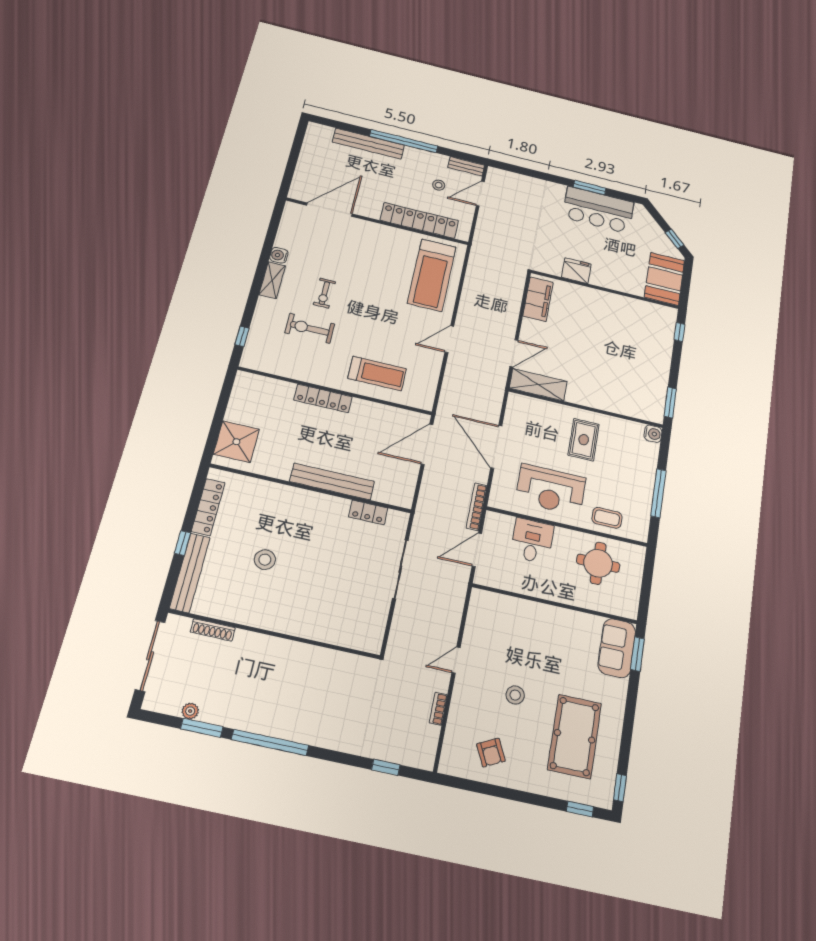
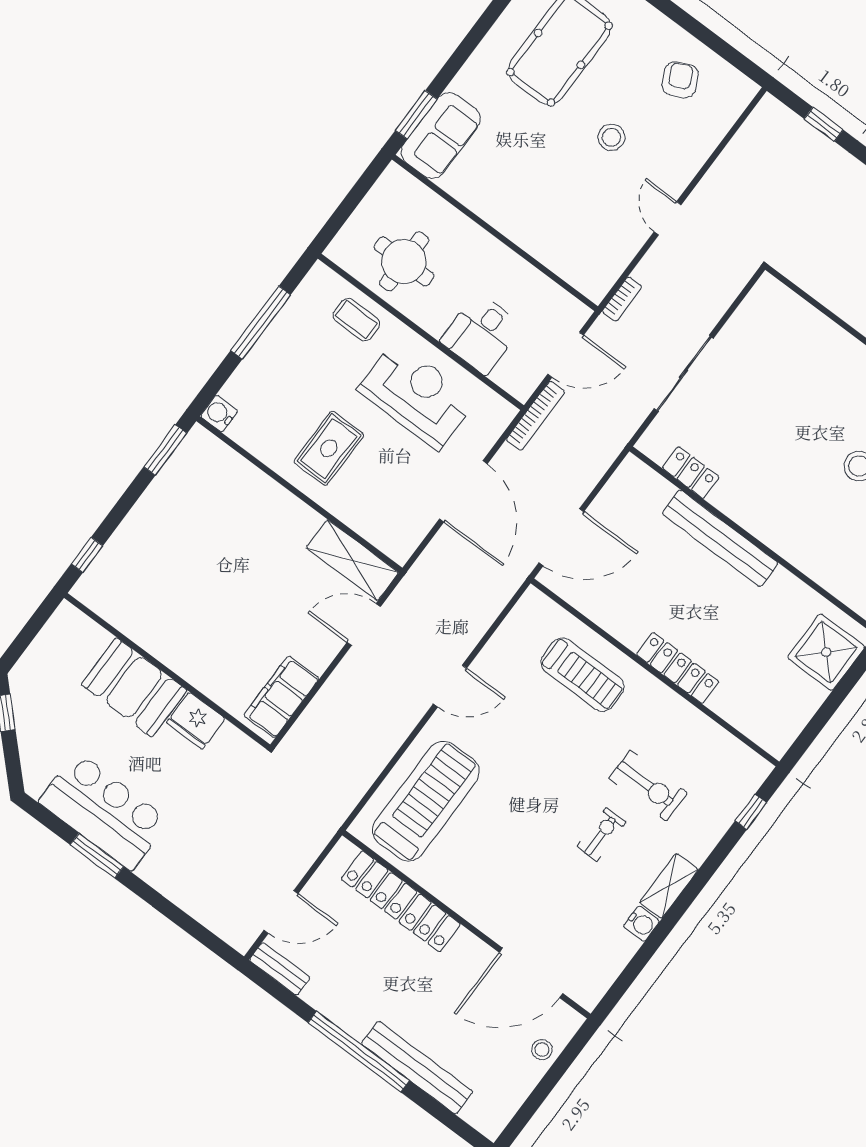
stool: (439, 185) -> (542, 1050), moved
booth: (664, 279) -> (134, 687), moved, turned 90
treadmill: (377, 374) -> (582, 675), turned 180
door: (456, 660) -> (668, 218), swing flipped
bookcase: (438, 709) -> (622, 299), moved

